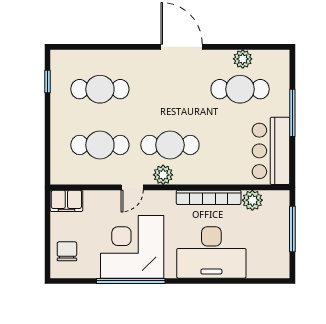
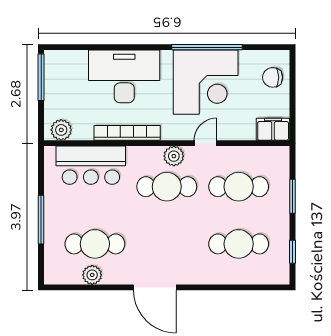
window: (47, 136) -> (292, 196), added
bar counter: (271, 151) -> (91, 165), moved, turned 90
plant: (252, 200) -> (61, 130), moved
window: (292, 229) -> (41, 77), moved
chair: (67, 251) -> (273, 77), turned 90

